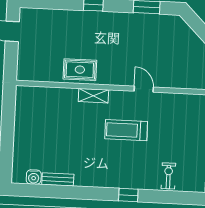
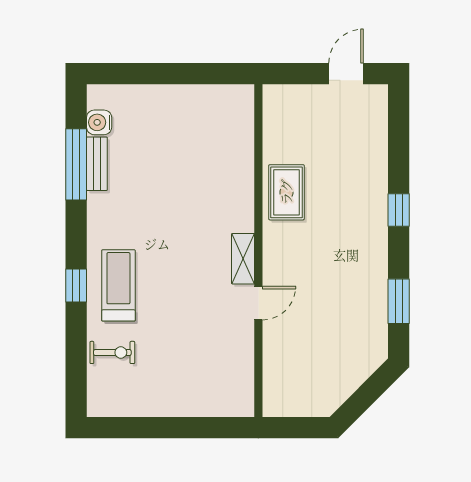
shelving: (93, 96) -> (243, 259), moved
treadmill: (126, 130) -> (118, 285), moved
window: (58, 192) -> (76, 164), added

